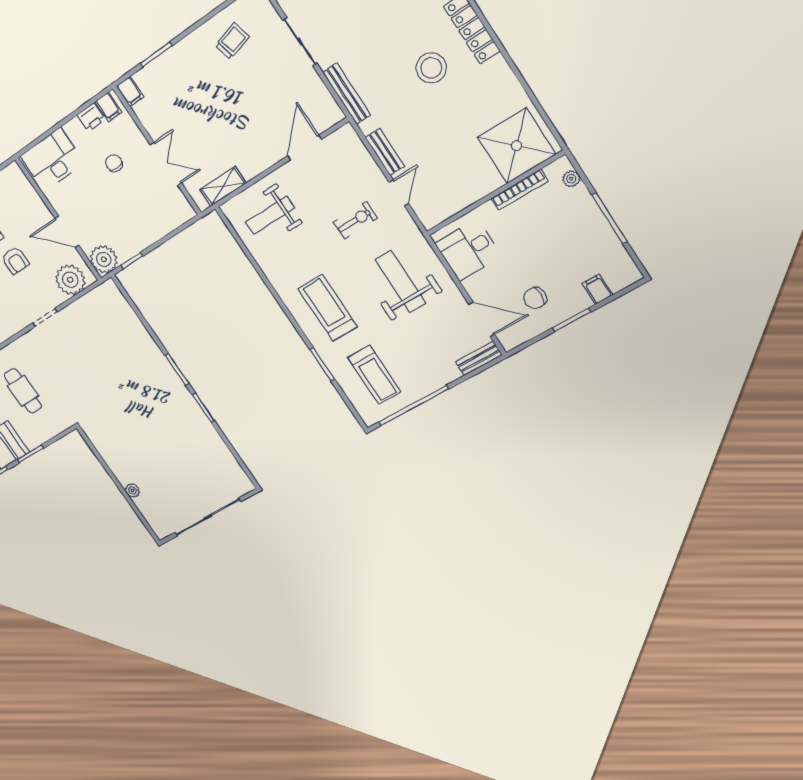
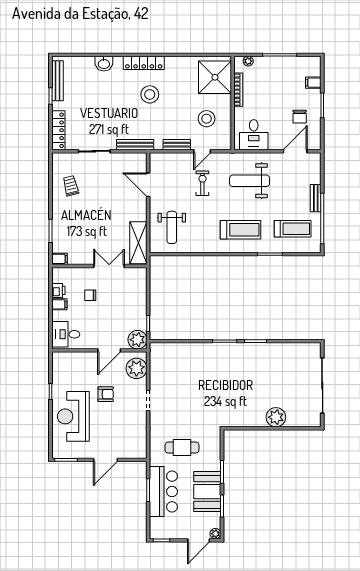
filing cabinet: (108, 107) -> (59, 304), moved
desk: (52, 159) -> (66, 334), width x0.73
stool: (449, 171) -> (207, 119), added
shelving: (223, 186) -> (138, 243), width x1.50, depth x1.33
door: (399, 193) -> (202, 151), swing flipped
treadmill: (328, 308) -> (240, 230), turned 180
bench: (479, 358) -> (316, 198), moved
plant: (132, 490) -> (276, 417), width x1.88, depth x1.88

